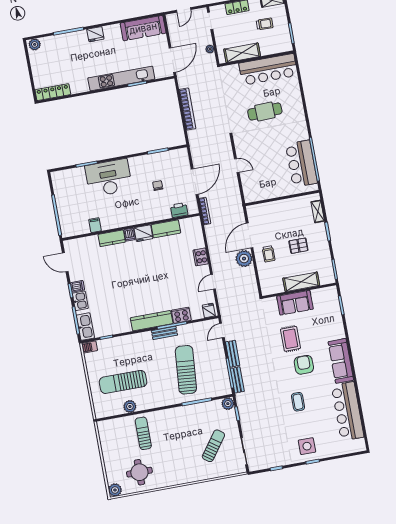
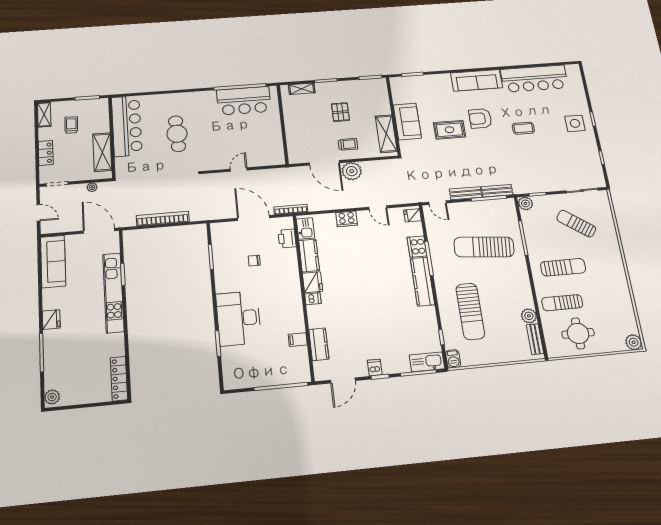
kitchen counter: (112, 238) -> (319, 344), moved
shelving: (301, 282) -> (386, 134), moved
kitchen sink: (80, 301) -> (305, 228), moved, turned 90
bench: (164, 333) -> (535, 339), moved
sun lounger: (123, 382) -> (470, 311), moved
sun lounger: (174, 434) -> (563, 267), added
round table: (139, 472) -> (578, 333), moved

